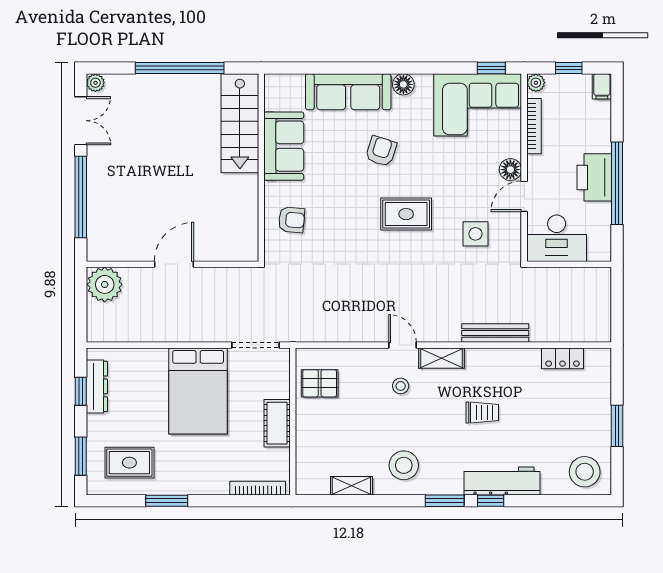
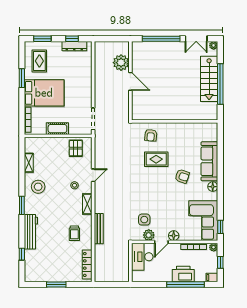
stairs: (240, 123) -> (209, 79), moved, turned -90
sofa: (284, 146) -> (184, 132), removed
printer: (594, 177) -> (183, 274), moved
window: (617, 183) -> (186, 284), moved
door: (524, 196) -> (161, 242), swing flipped
rug: (406, 214) -> (156, 159), moved, turned 90
plant: (509, 224) -> (149, 235), added
plant: (105, 284) -> (121, 63), moved
door: (403, 345) -> (93, 175), moved
locker: (562, 358) -> (87, 265), width x1.53
bed: (198, 391) -> (44, 93), moved, turned 180
trolley: (482, 412) -> (74, 233), moved
stool: (585, 472) -> (35, 270), removed
window: (491, 501) -> (22, 254), moved

